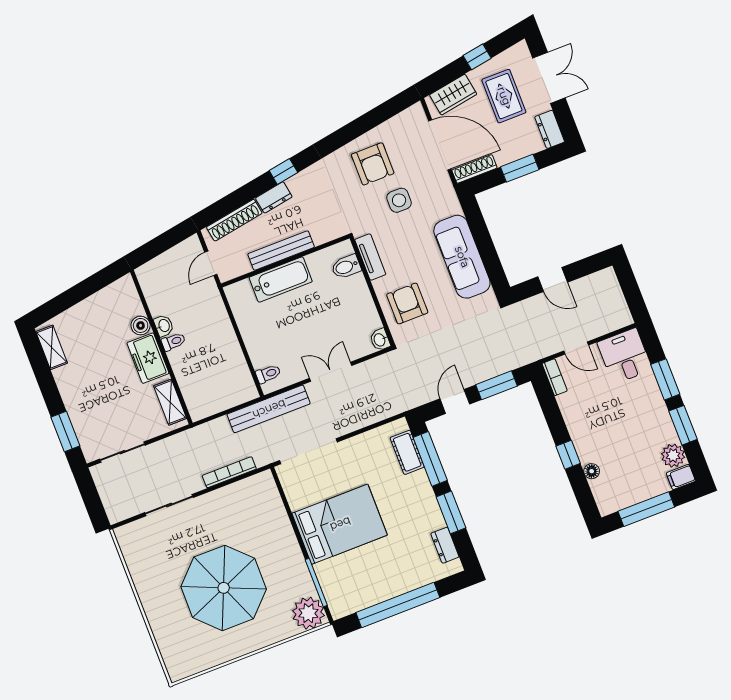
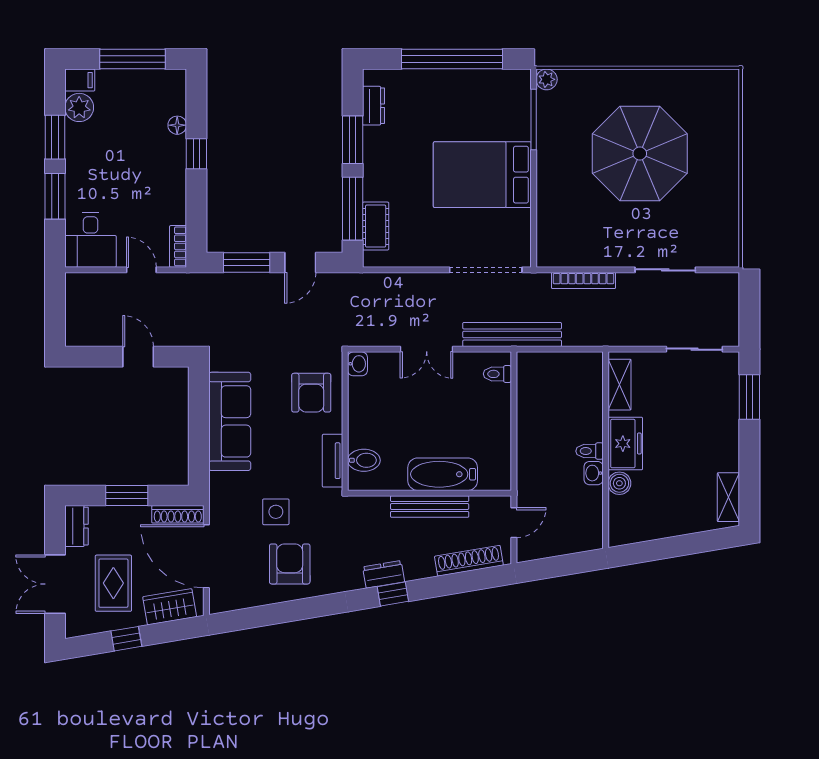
dresser: (274, 197) -> (384, 574), moved
plant: (308, 613) -> (547, 79), width x0.53, depth x0.53

